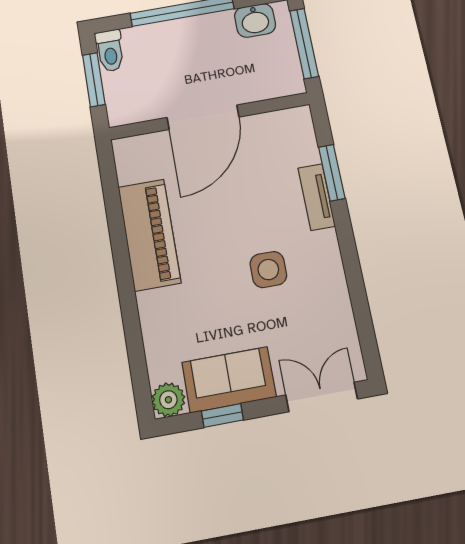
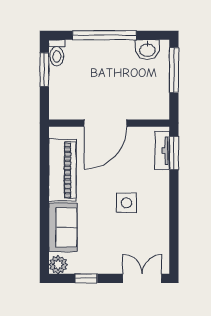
wall: (209, 116) -> (109, 123), moved
door: (203, 117) -> (105, 123), moved
tv unit: (317, 197) -> (162, 151), moved
sofa: (229, 380) -> (63, 227), moved, turned 90

